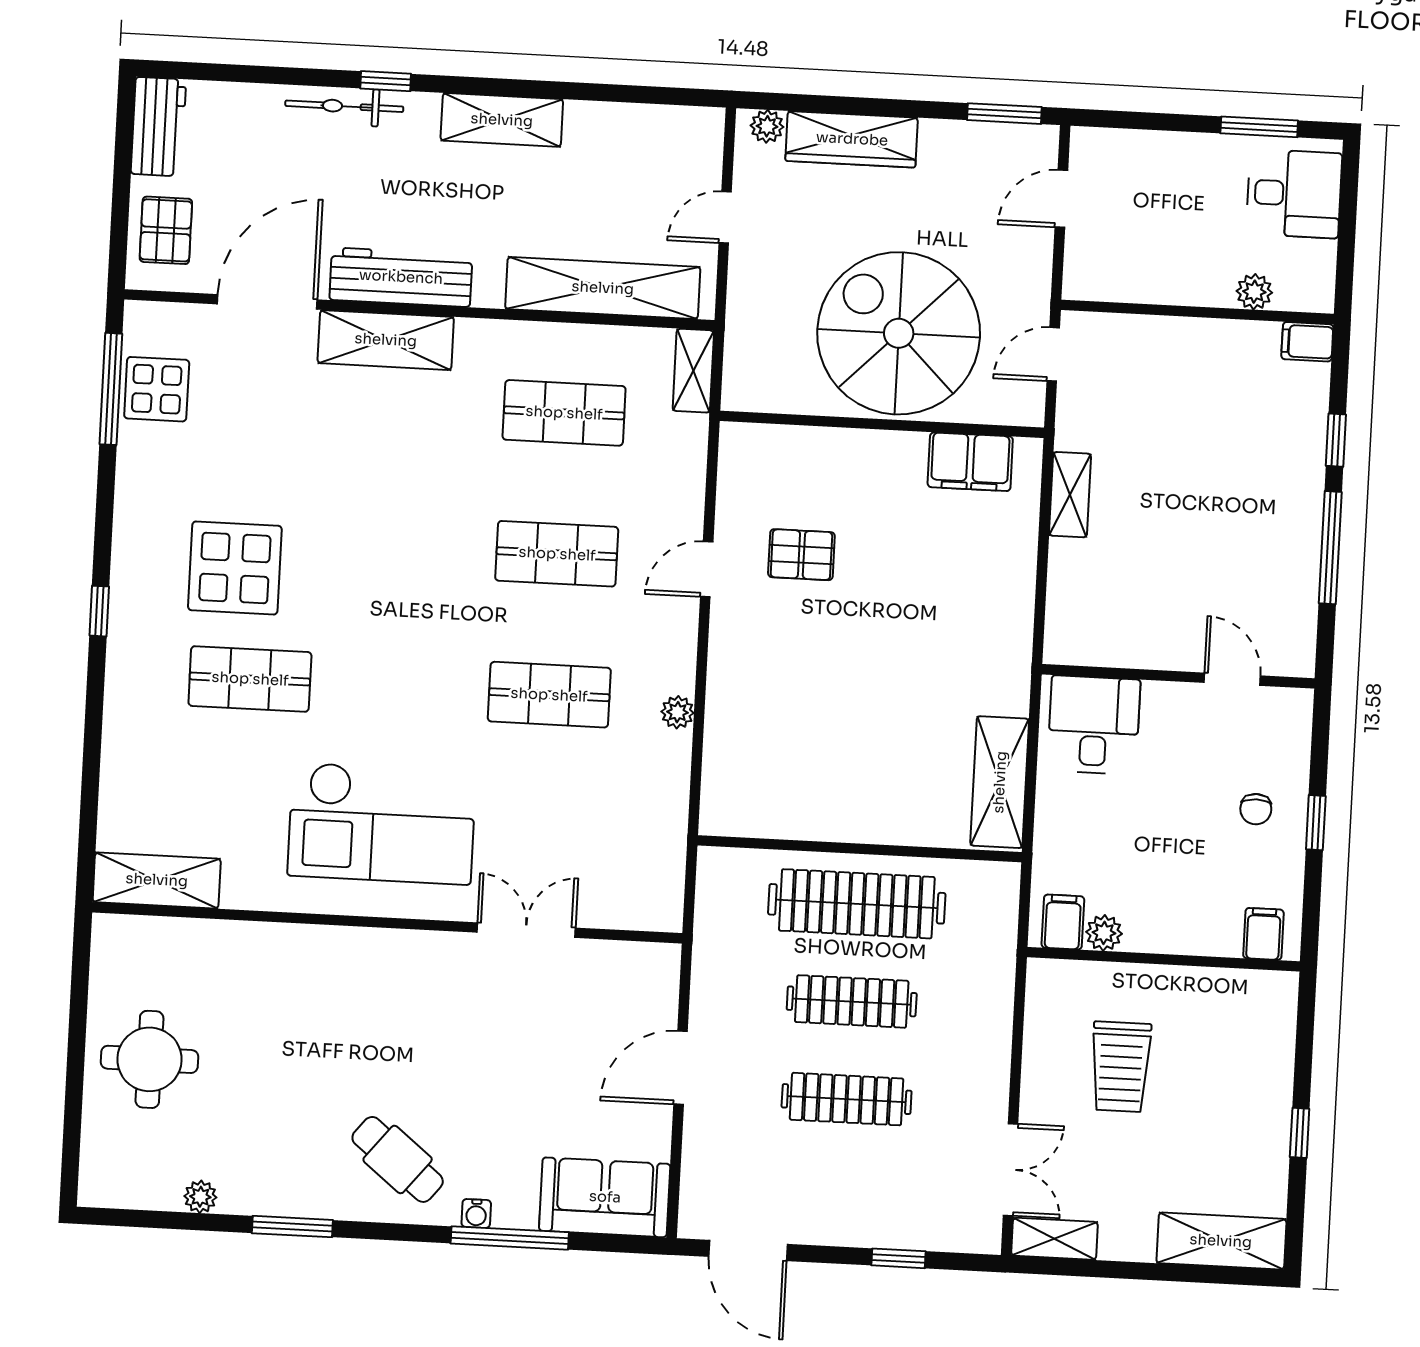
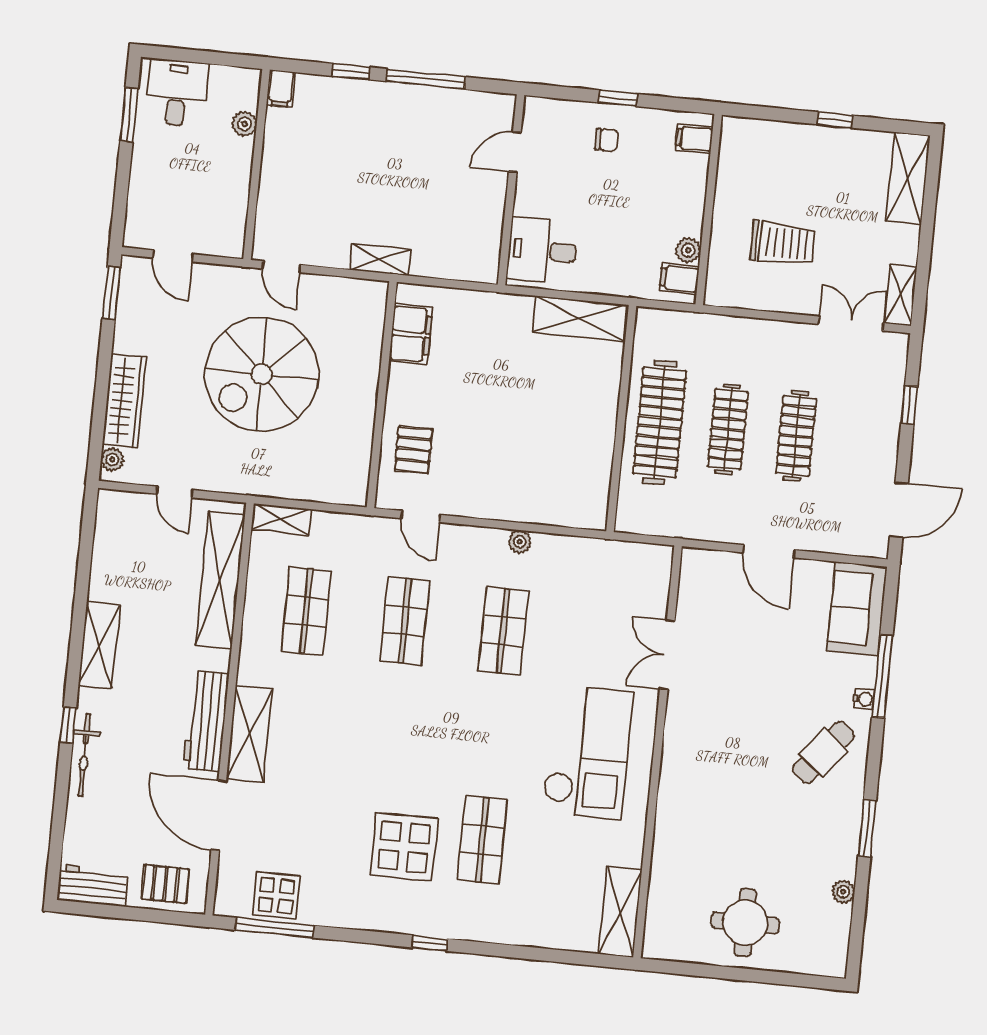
wall: (882, 424) -> (382, 395), moved
filing cabinet: (970, 462) -> (411, 334), moved

